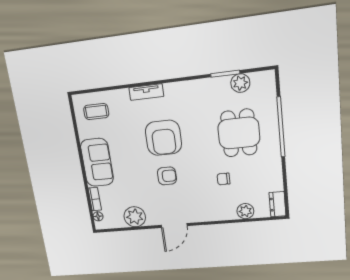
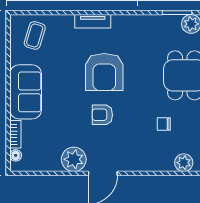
coffee table: (96, 112) -> (35, 35), turned -73
armchair: (167, 176) -> (102, 115), turned 180
plant: (135, 217) -> (74, 159), moved

